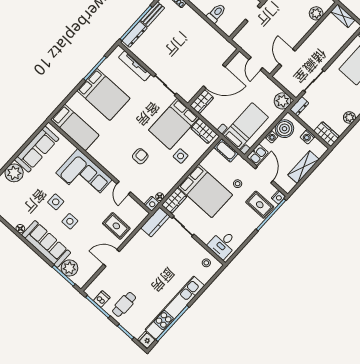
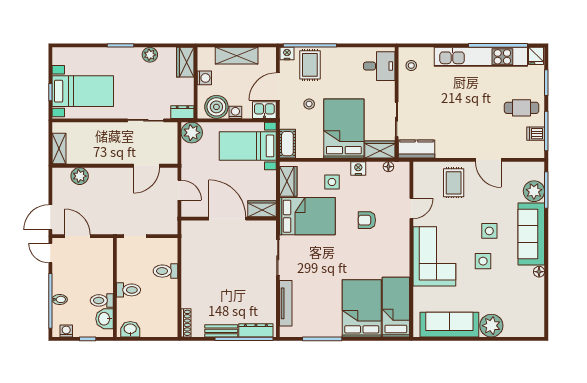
door: (256, 64) -> (179, 190), hinge flipped
bed: (103, 94) -> (362, 308), moved
nightstand: (152, 204) -> (358, 168), moved

